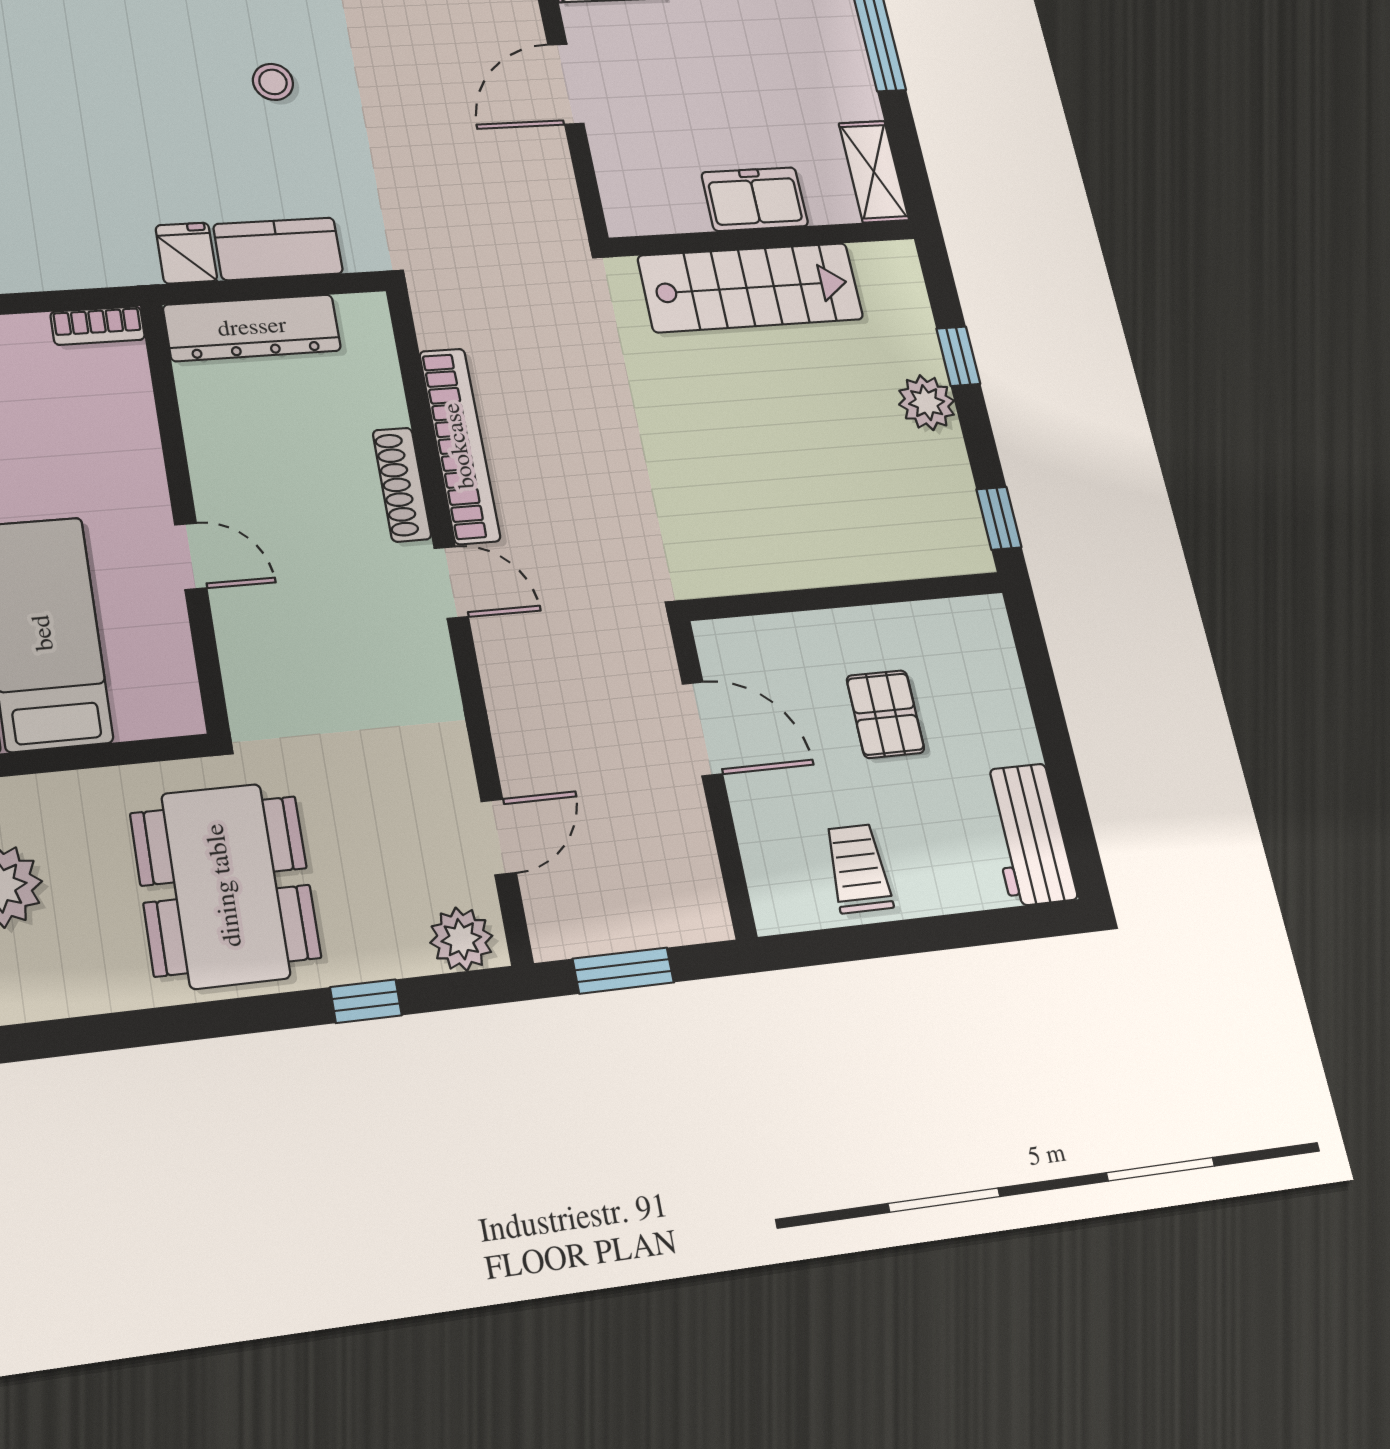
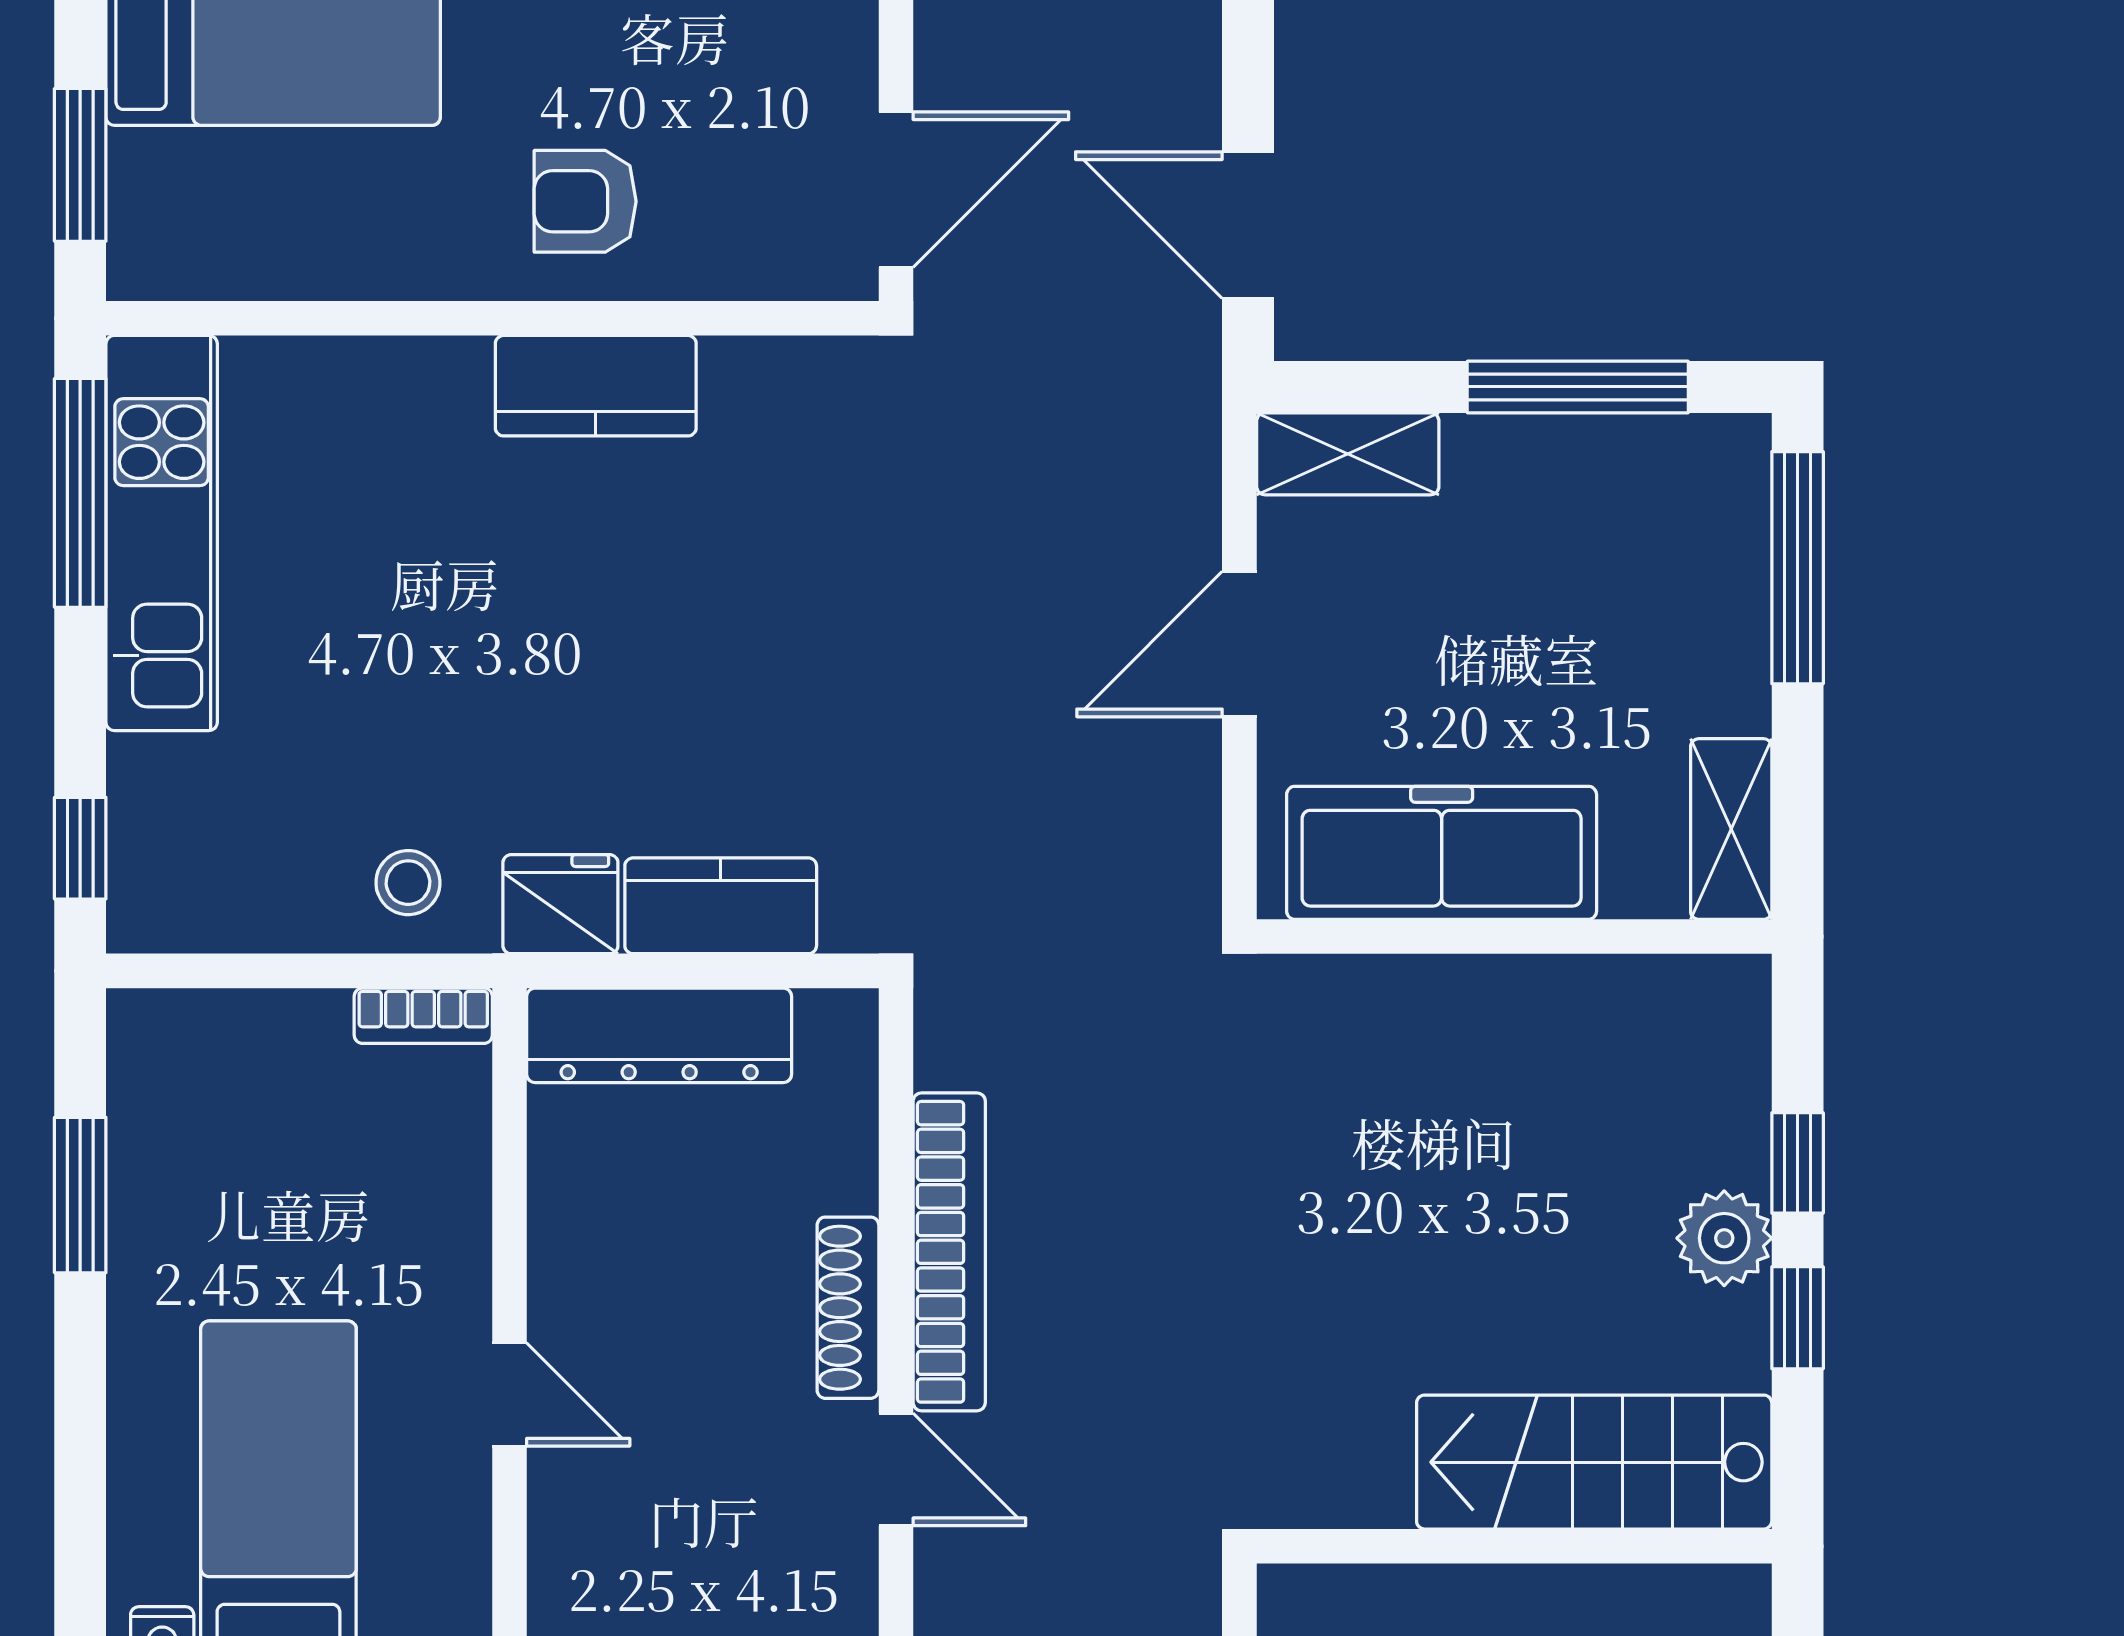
stool: (273, 82) -> (408, 883), moved
freezer: (755, 199) -> (1442, 853), width x1.91, depth x1.26
fridge: (186, 253) -> (560, 904), width x1.38
stairs: (751, 288) -> (1594, 1462), moved, turned 180
window: (999, 518) -> (1798, 1318), moved

